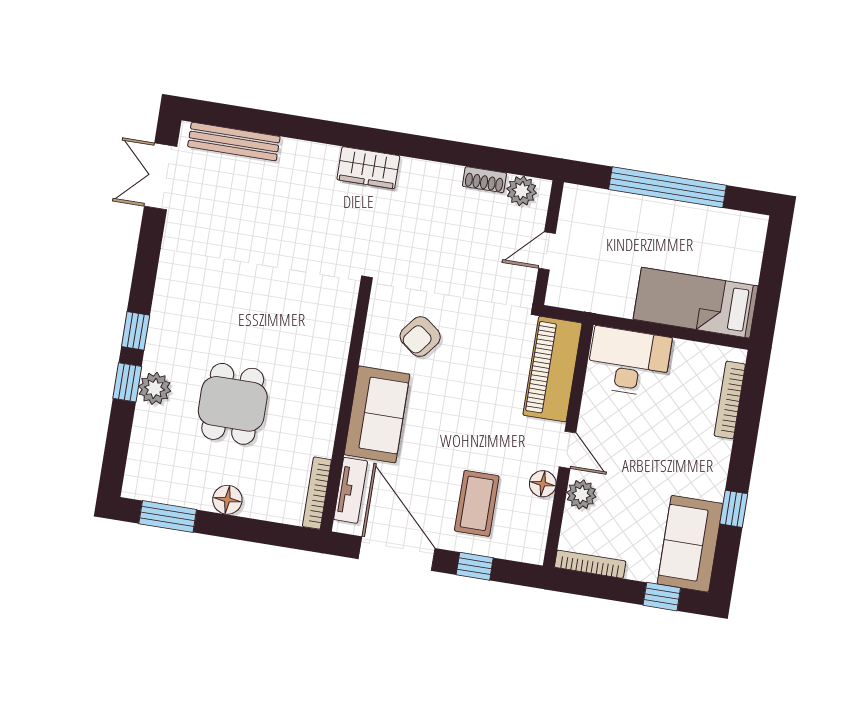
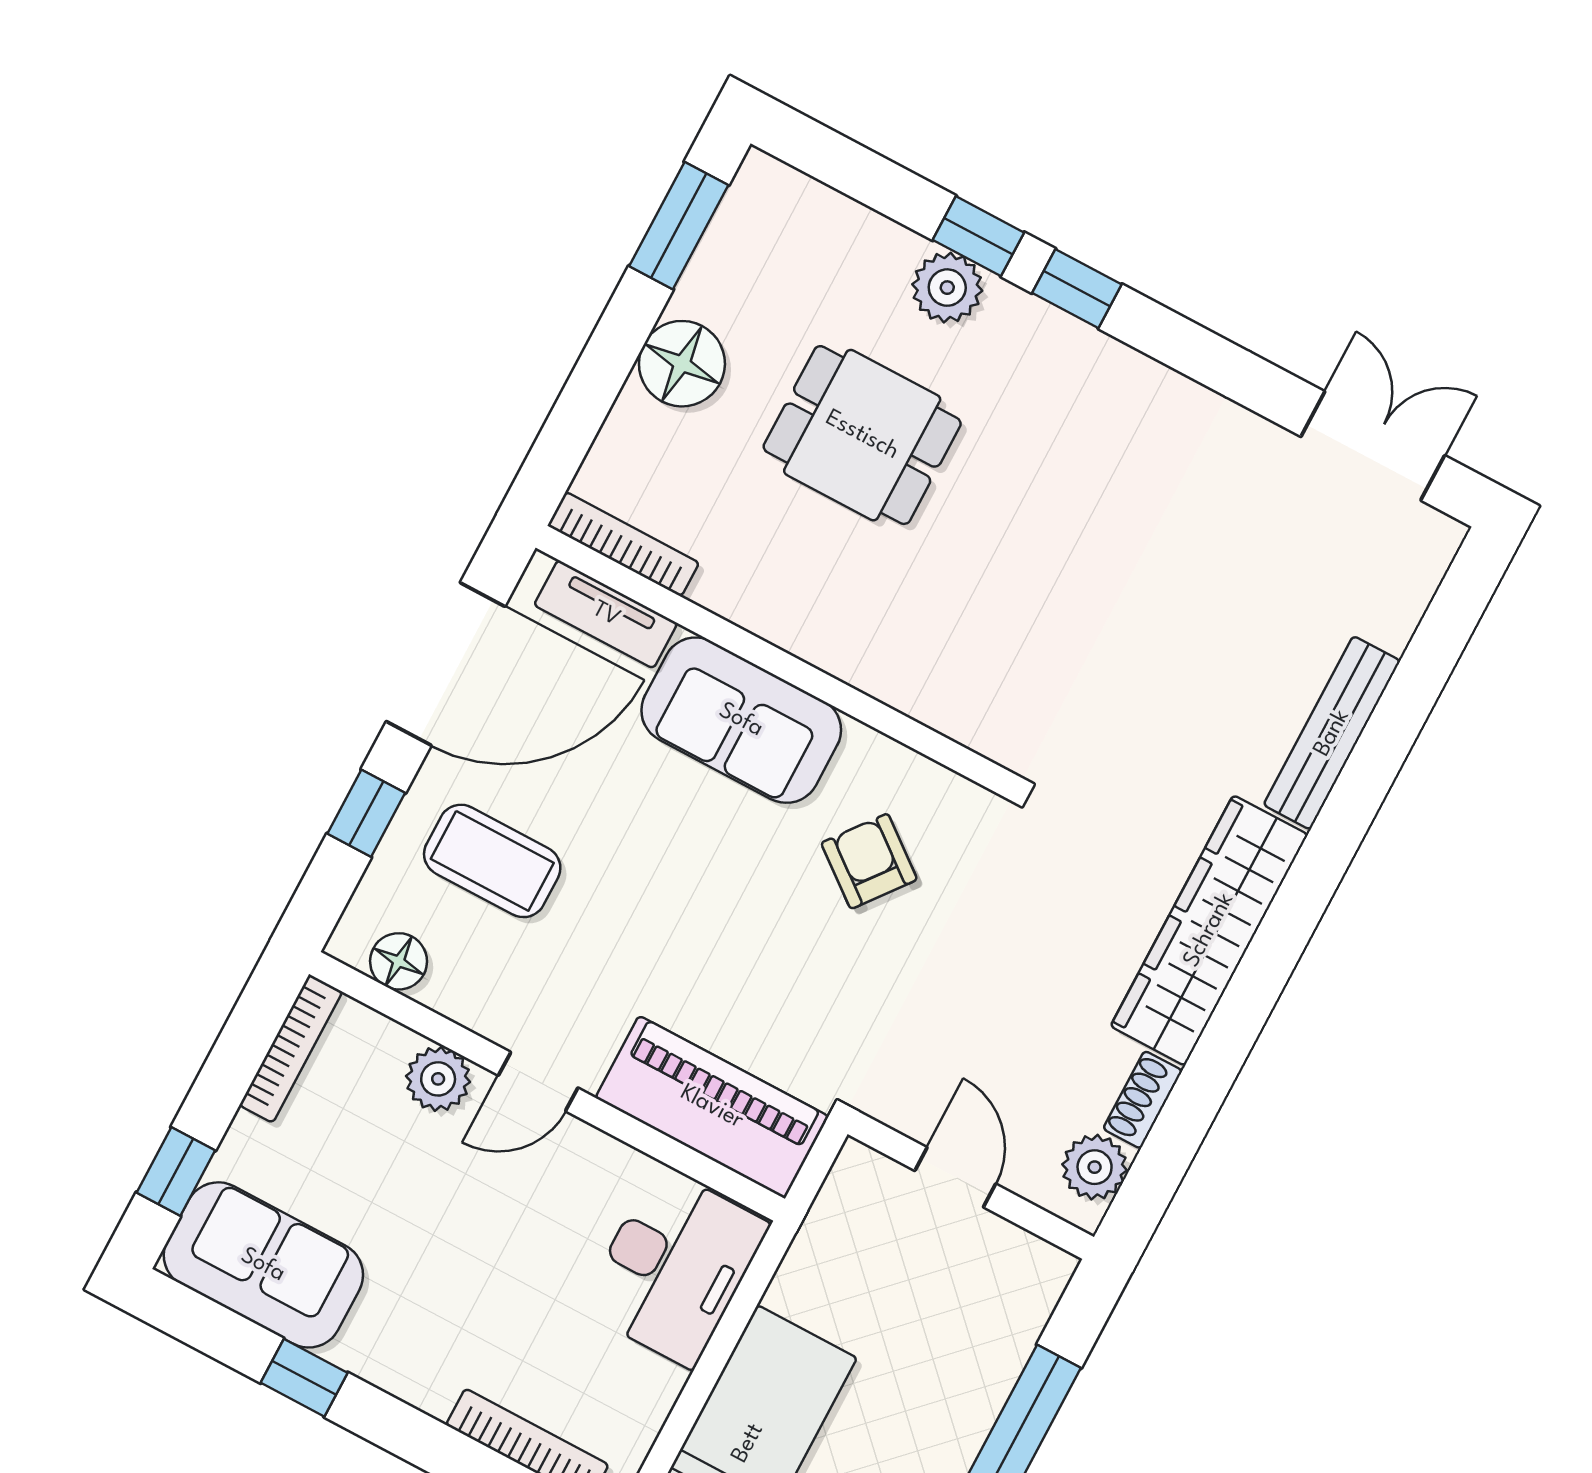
bench: (234, 142) -> (1332, 733), moved
wardrobe: (368, 168) -> (1209, 930), width x2.10, depth x1.17
floor lamp: (543, 484) -> (399, 961), moved
floor lamp: (227, 500) -> (682, 364), width x1.38, depth x1.38

